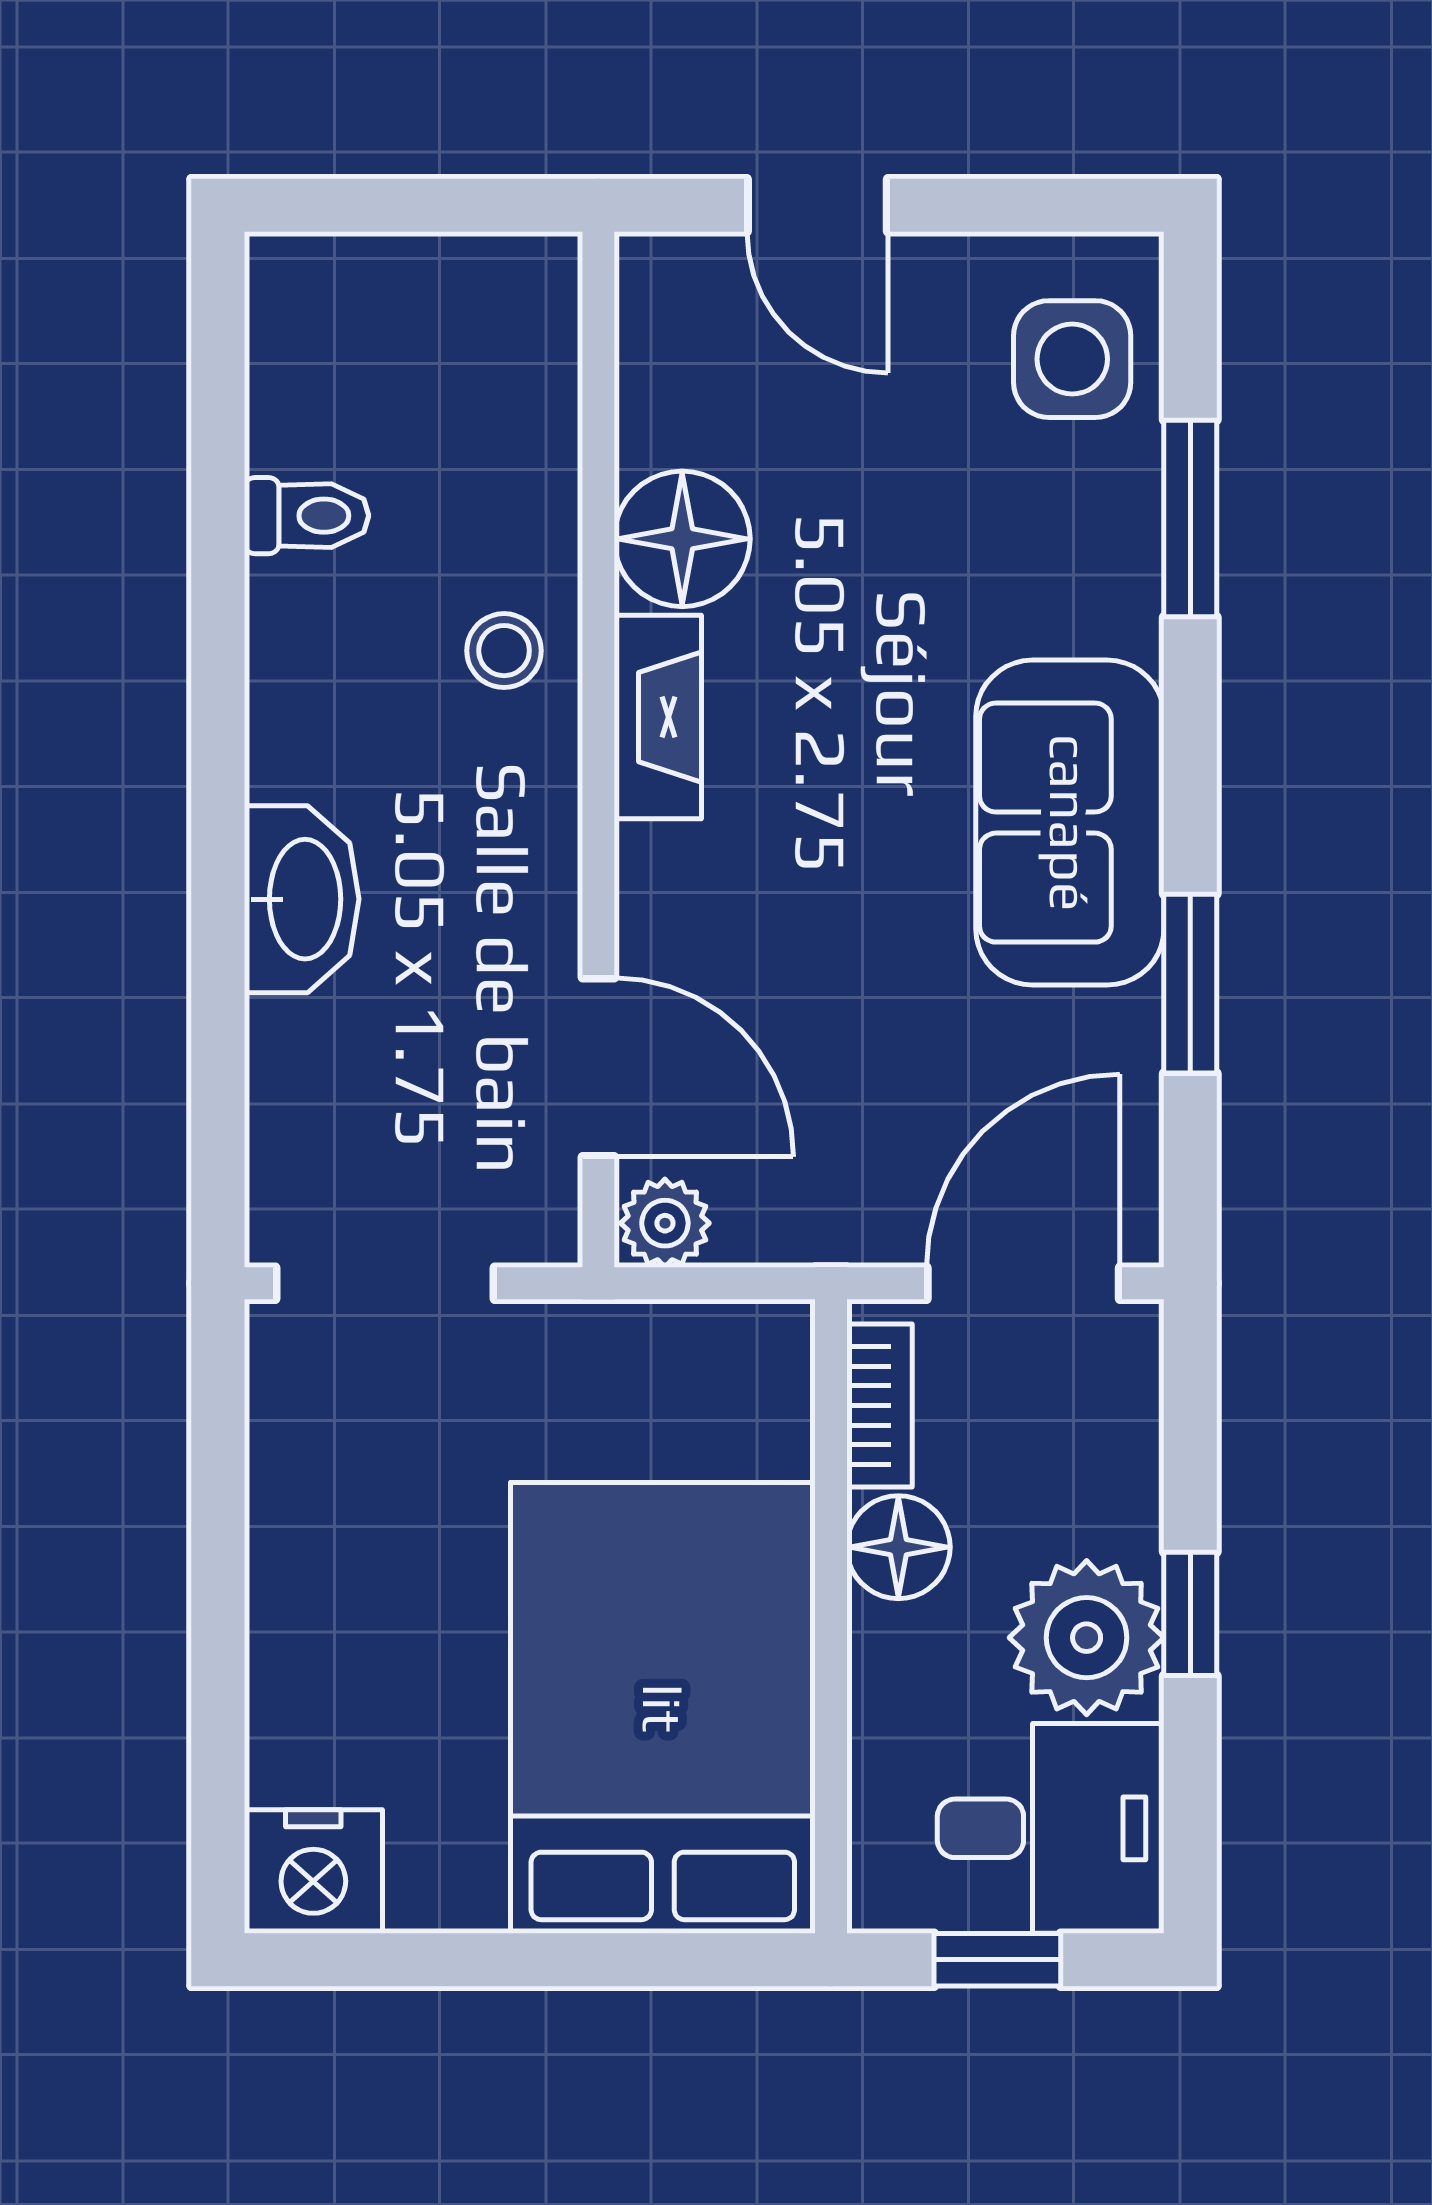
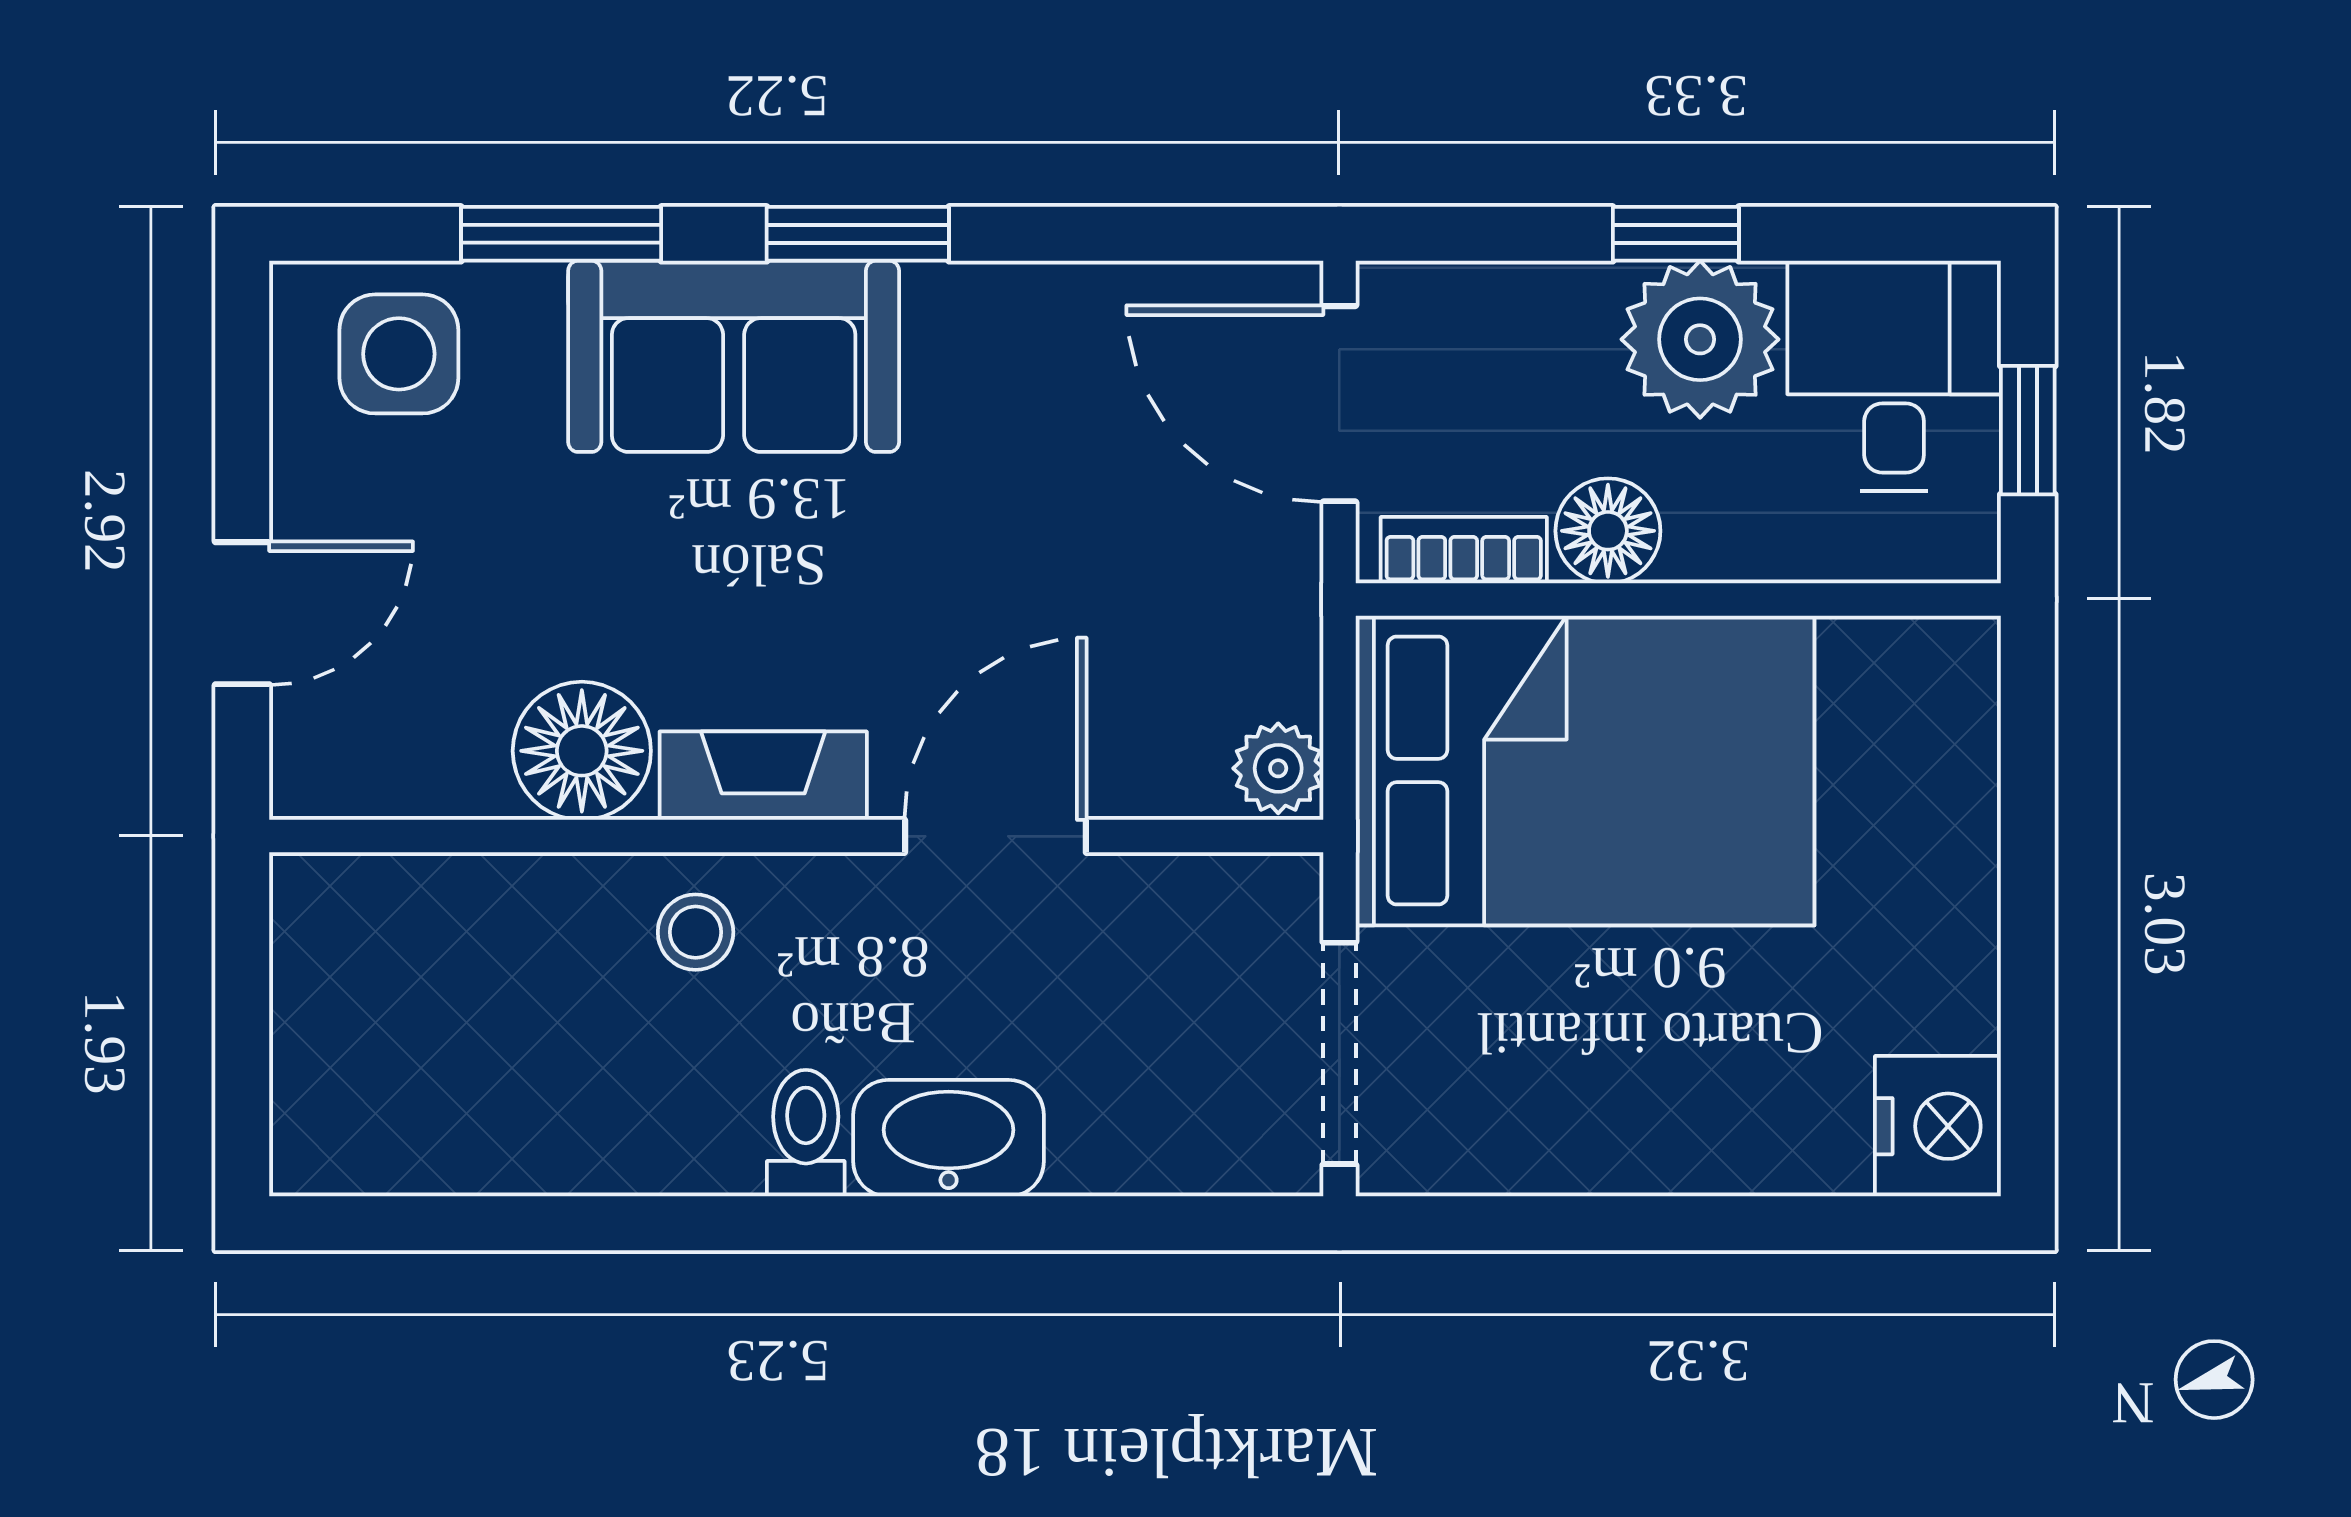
toilet: (306, 516) -> (806, 1133), moved
sofa: (1070, 823) -> (734, 356), moved
window: (1190, 984) -> (858, 234), moved
door: (598, 1067) -> (995, 836), moved
bed: (663, 1708) -> (1585, 770), moved, turned 180

